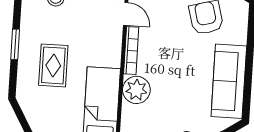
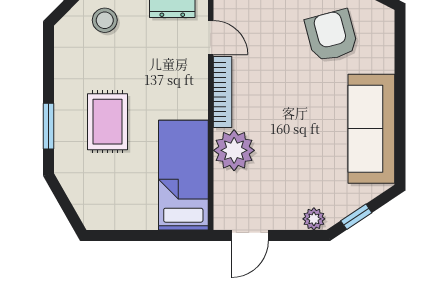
window: (15, 44) -> (48, 126), moved

